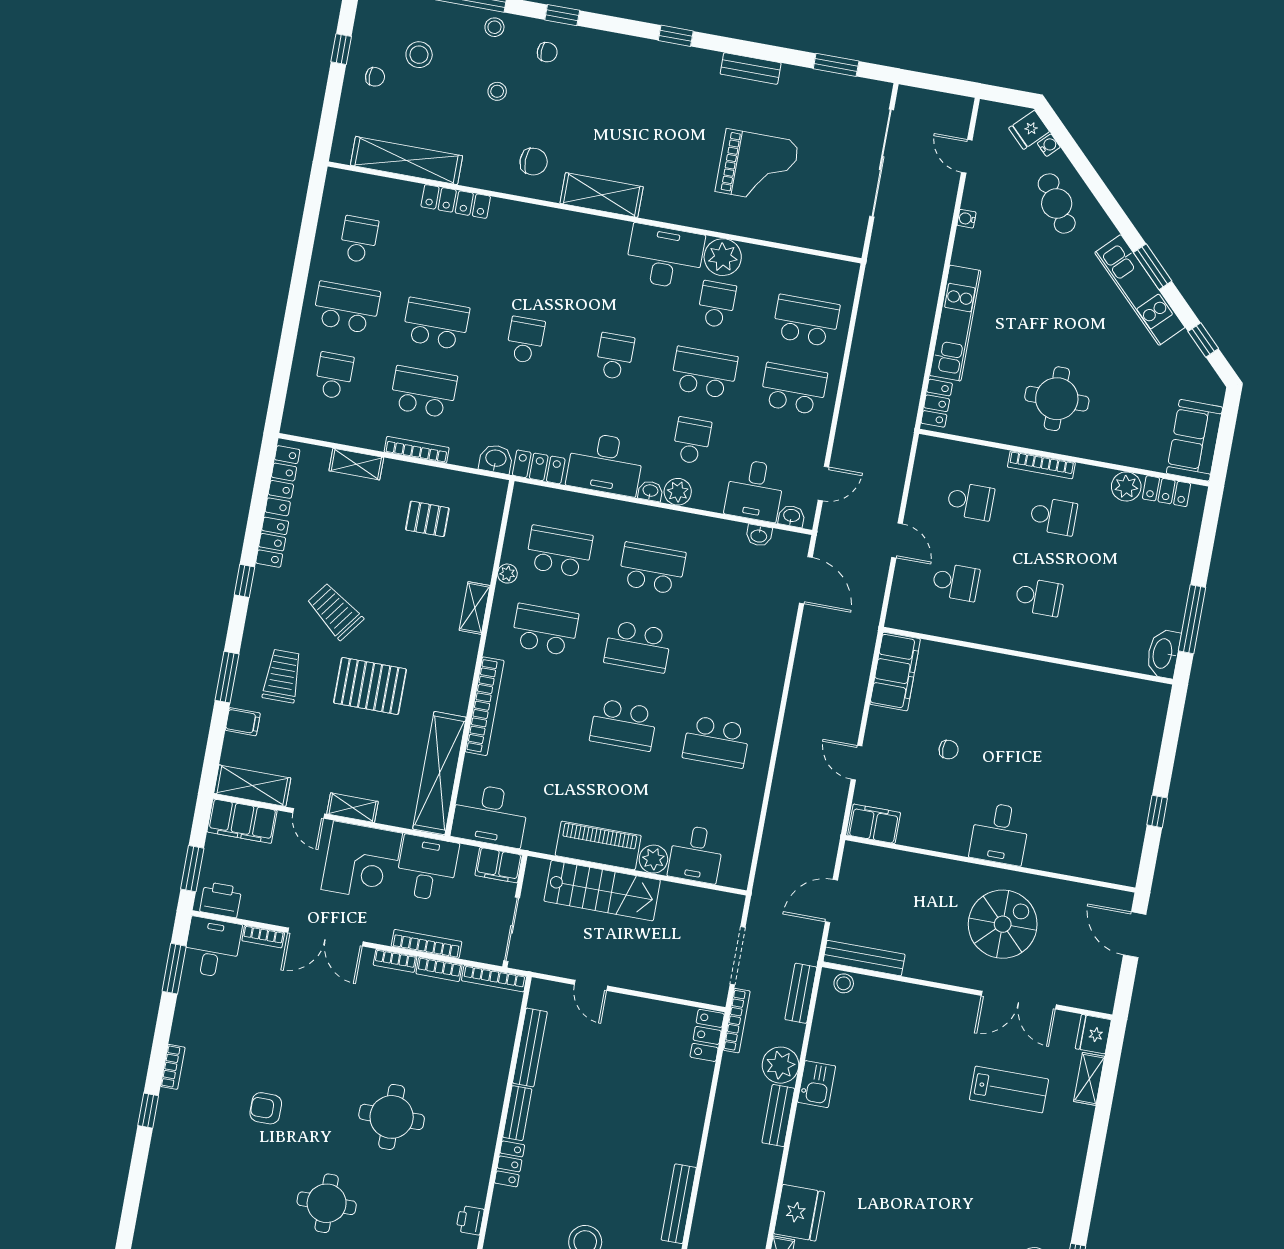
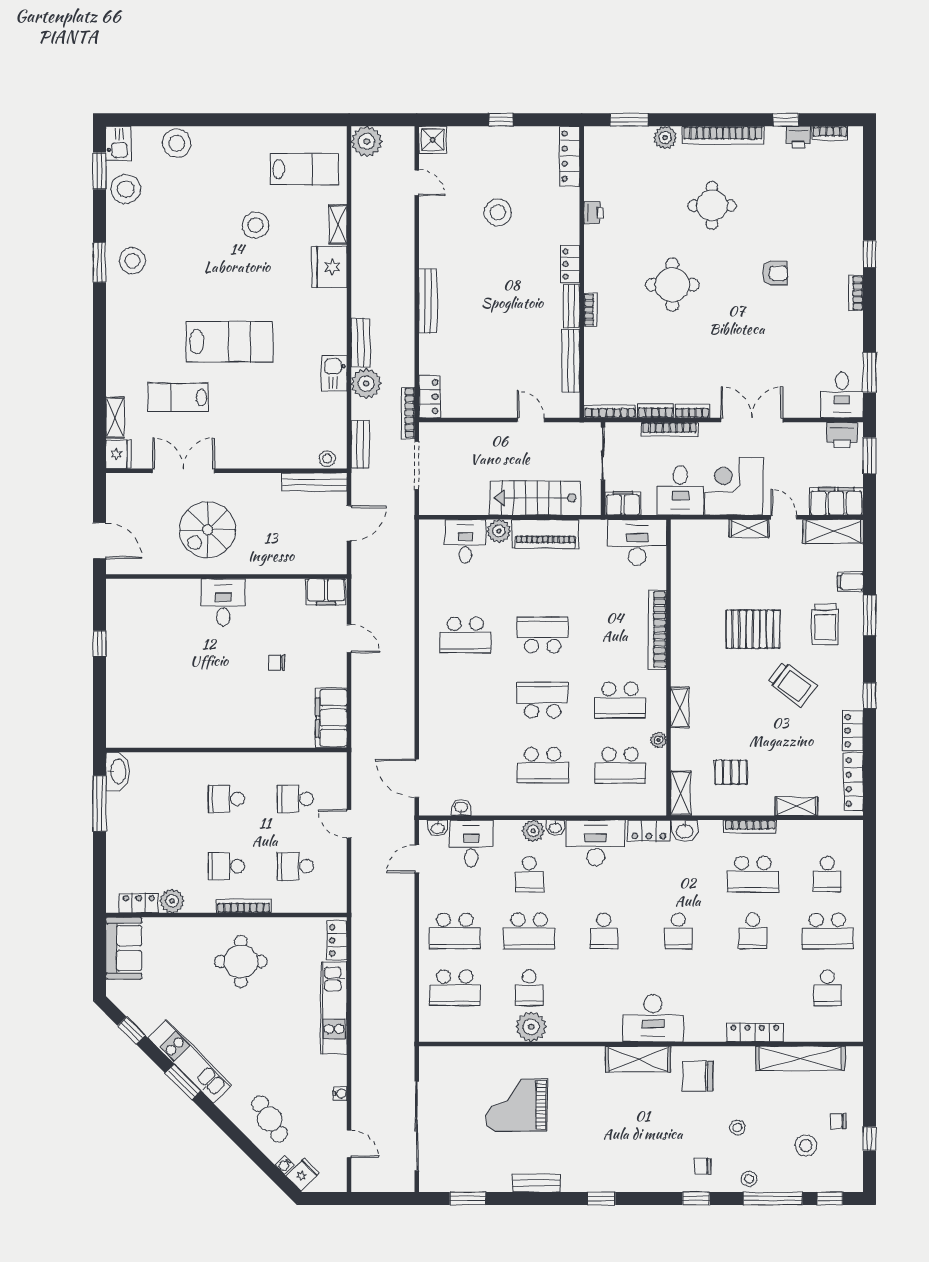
chair: (534, 162) -> (698, 1076), width x1.37, depth x1.37
desk: (665, 257) -> (653, 1018), moved
school desk: (436, 324) -> (753, 931), width x0.54
school desk: (716, 742) -> (465, 635), turned 180
shelving: (439, 773) -> (681, 793), moved, width x0.45, depth x0.75
bookcase: (263, 937) -> (591, 310), moved, turned 90
lab bench: (935, 1145) -> (229, 342), added
bench: (679, 1204) -> (428, 301), moved

